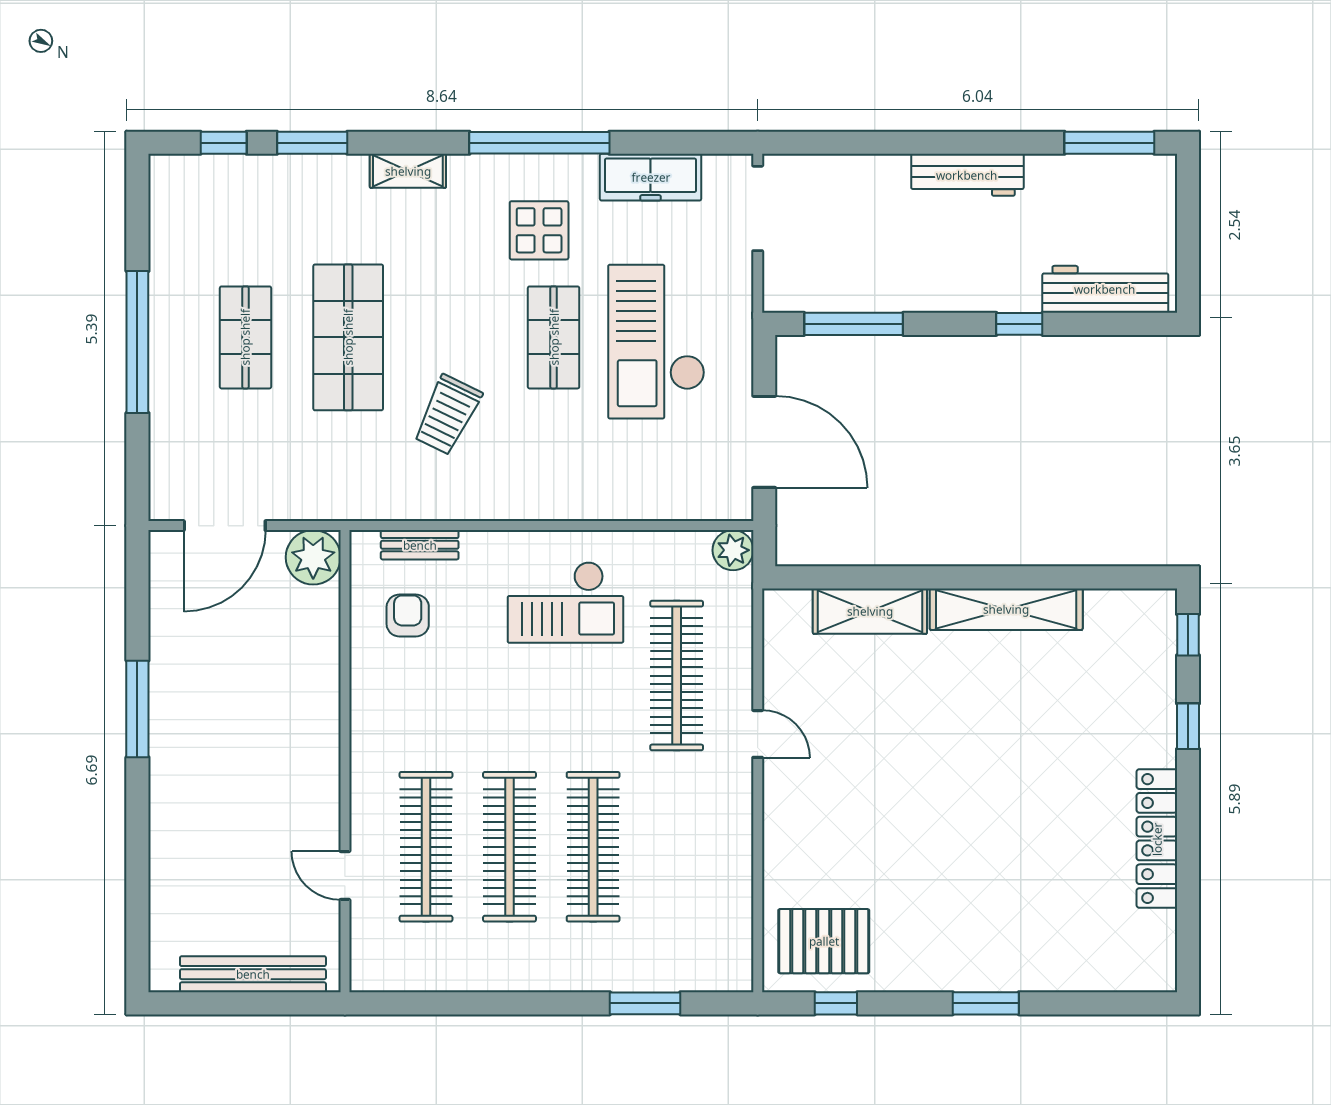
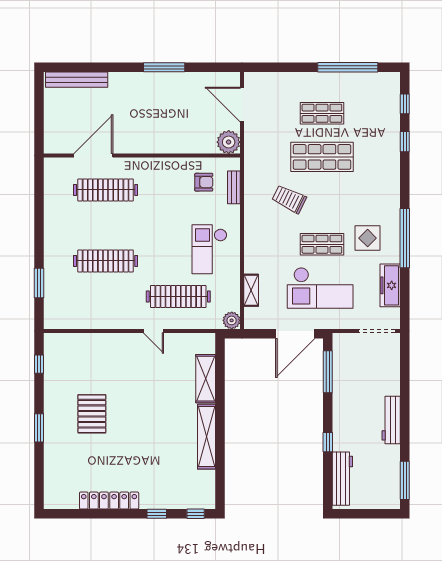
window: (312, 143) -> (405, 142), width x0.67
shelving: (408, 171) -> (251, 290), moved
window: (137, 342) -> (348, 67), moved
checkout: (656, 342) -> (320, 288), turned 180
door: (764, 442) -> (295, 334), moved
door: (758, 734) -> (153, 331), hinge flipped
clothes rail: (510, 847) -> (106, 225), removed
door: (345, 875) -> (93, 156), width x1.88
pallet: (824, 941) -> (92, 414), moved
bench: (253, 974) -> (77, 80), moved, turned 90

